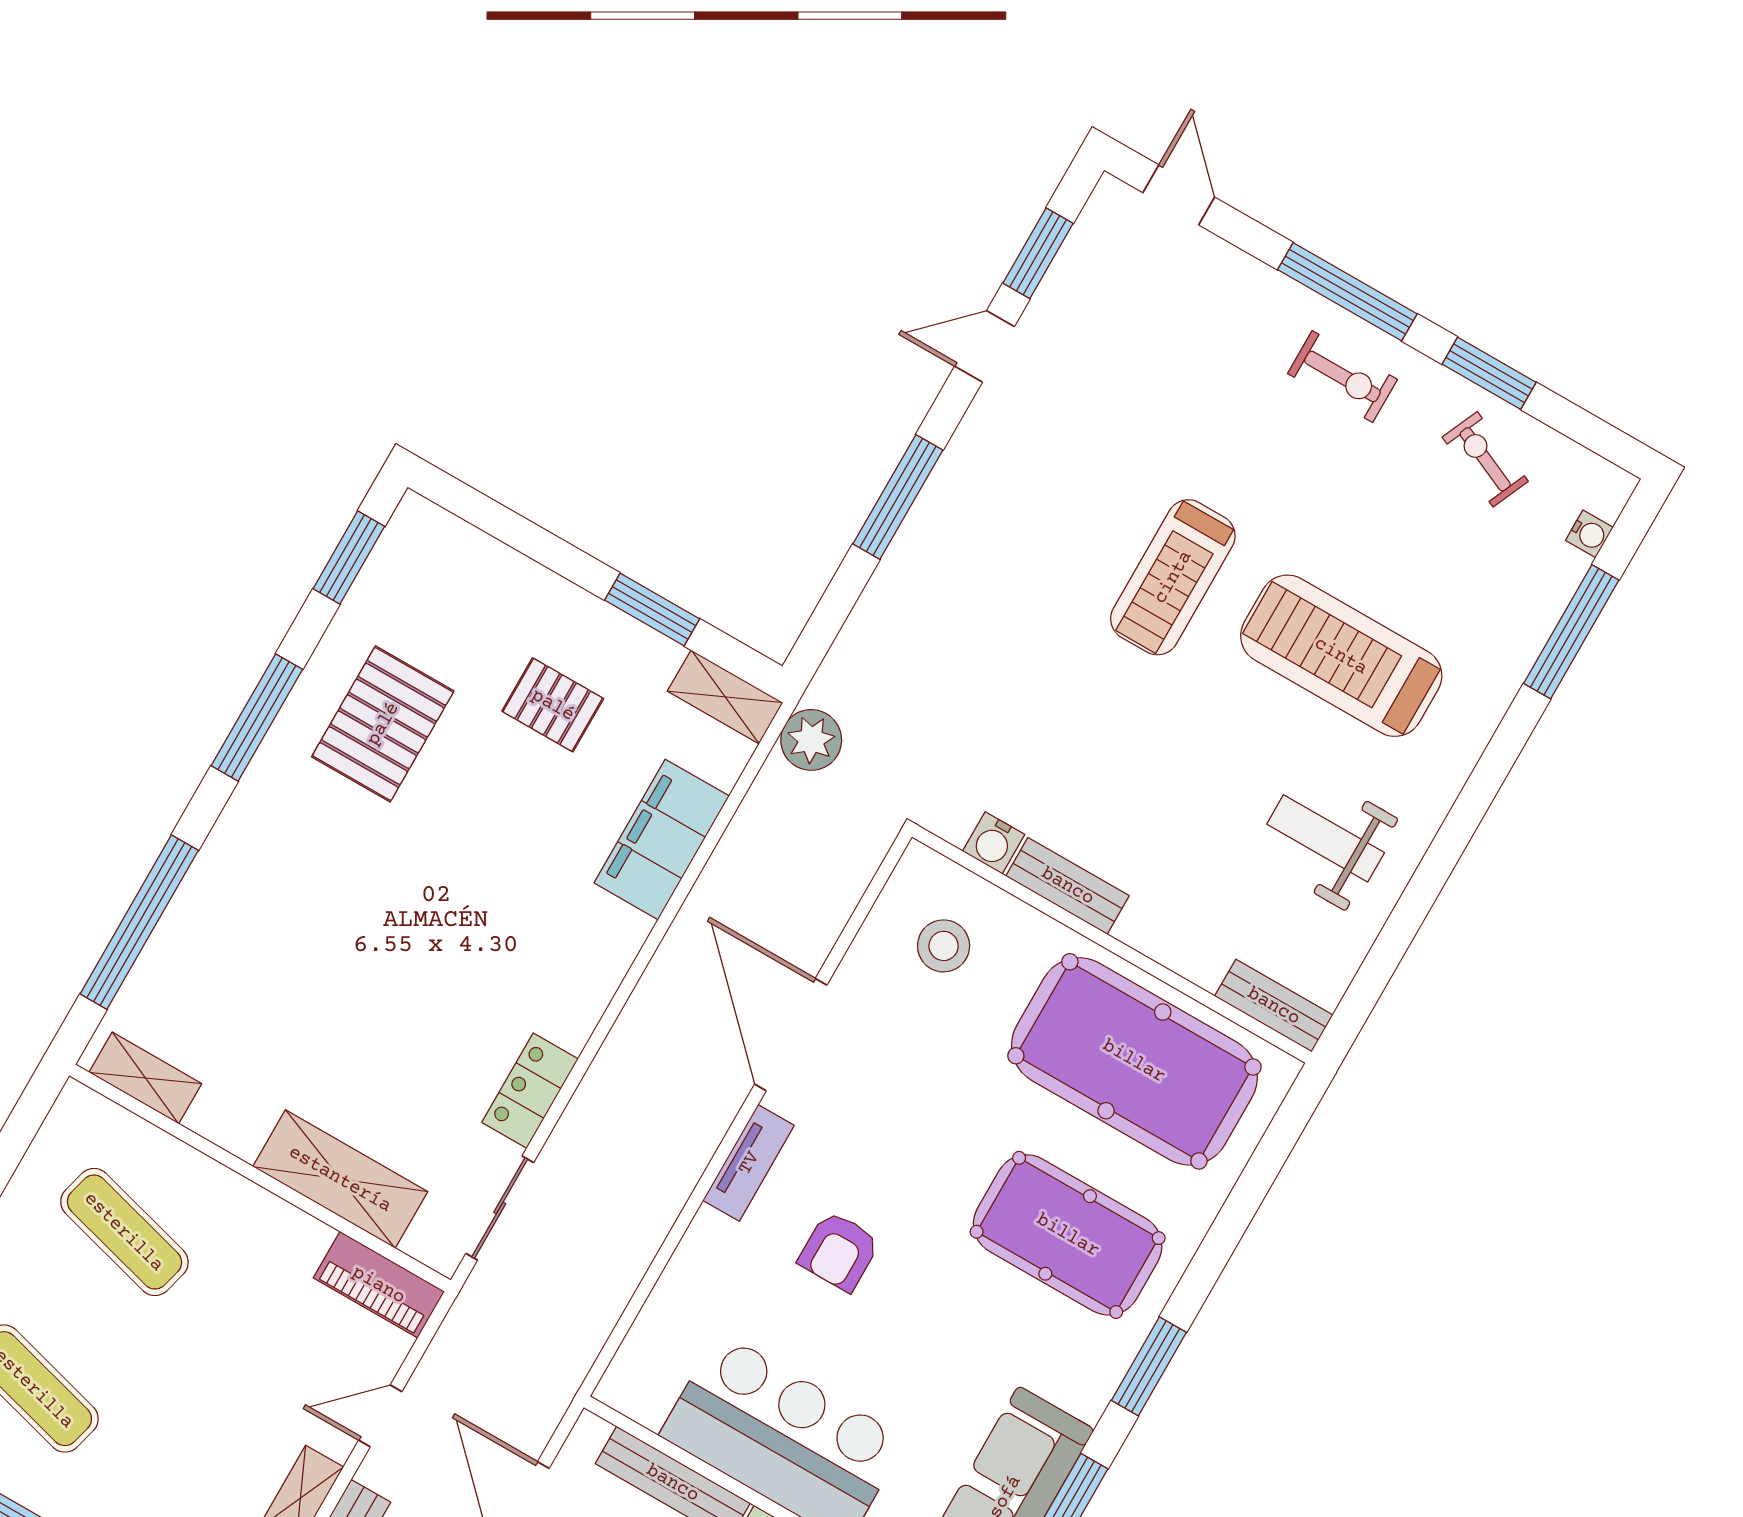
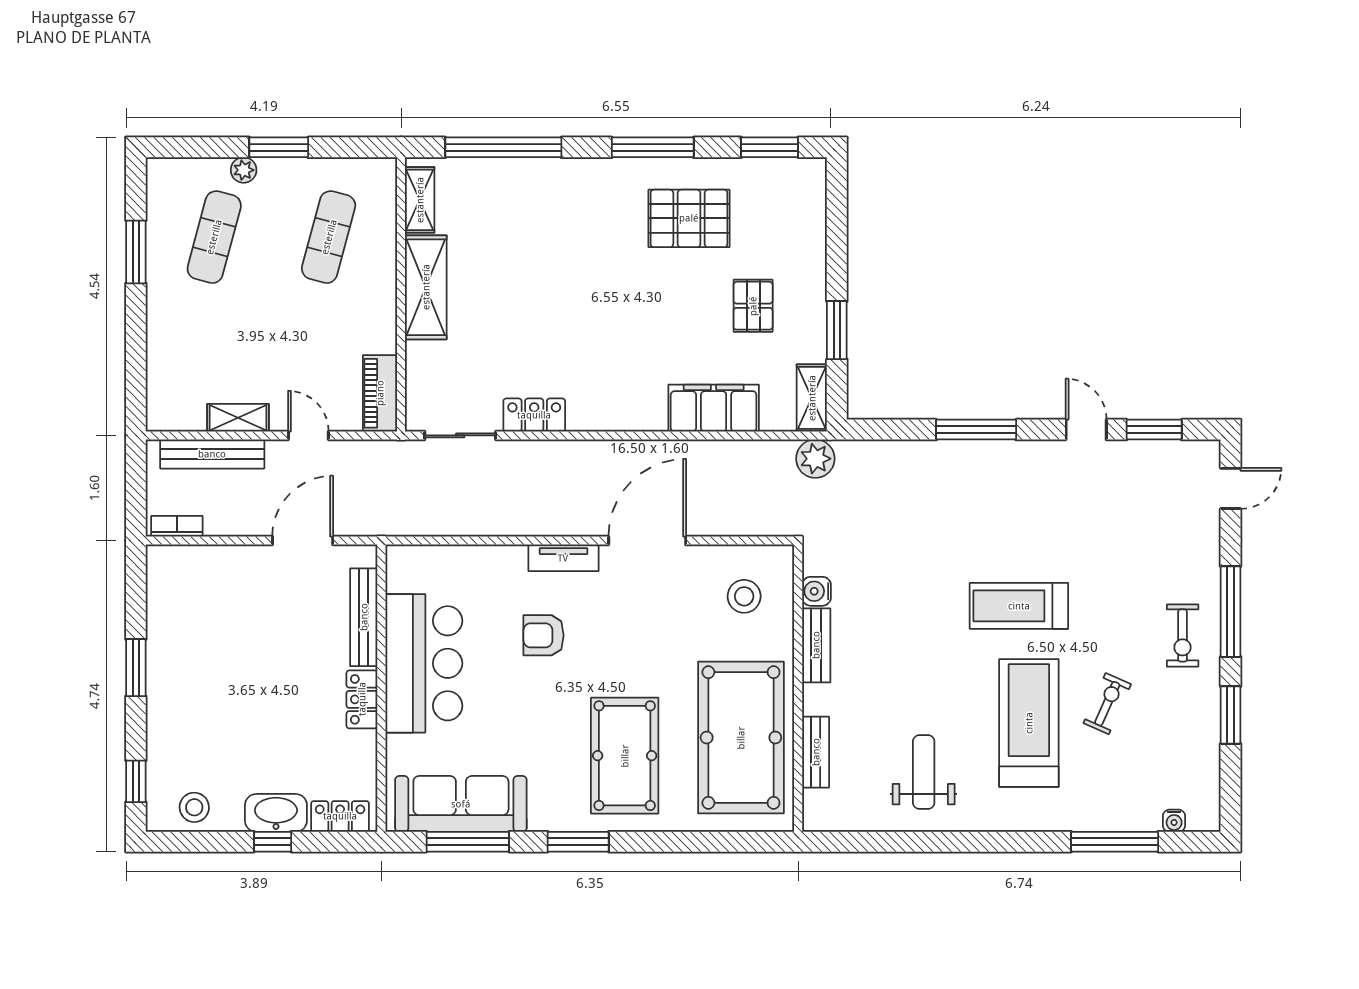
exercise bike: (1485, 459) -> (1107, 704), moved
bench: (1274, 1006) -> (816, 752), moved
shelving: (340, 1179) -> (426, 287), moved

